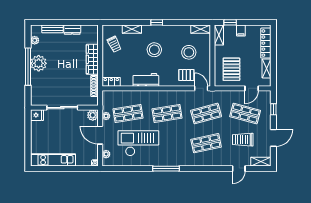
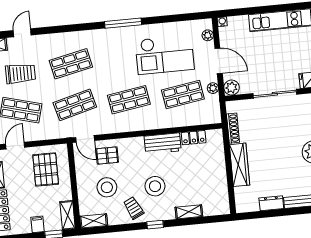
trolley: (114, 44) -> (134, 208), moved
locker: (111, 82) -> (194, 138), moved

